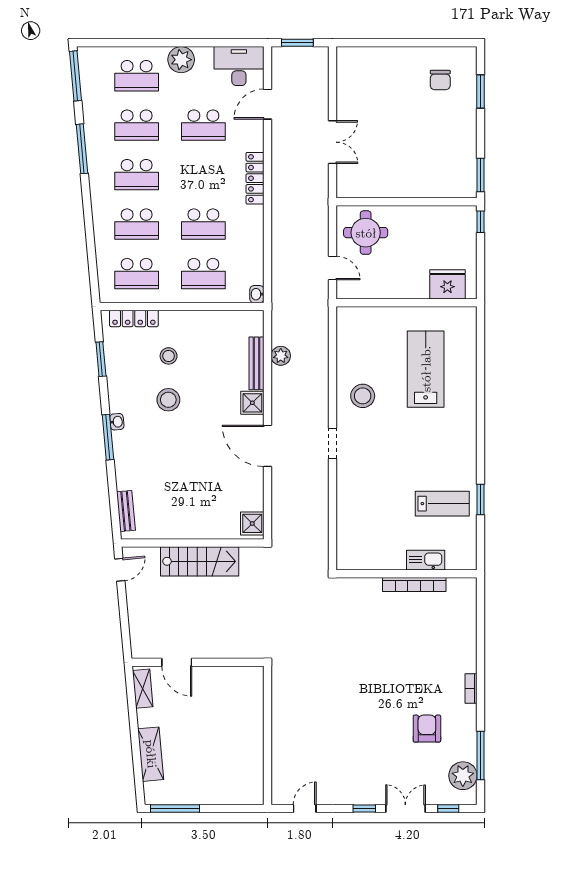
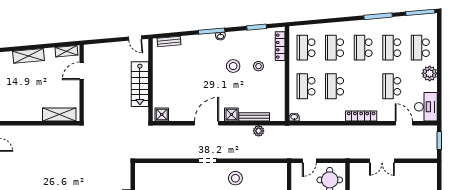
shelving: (252, 701) -> (59, 115), added

